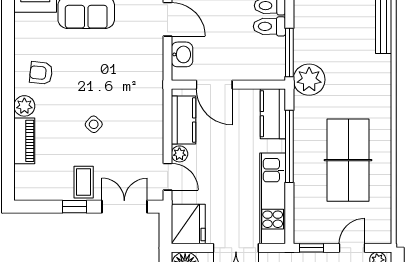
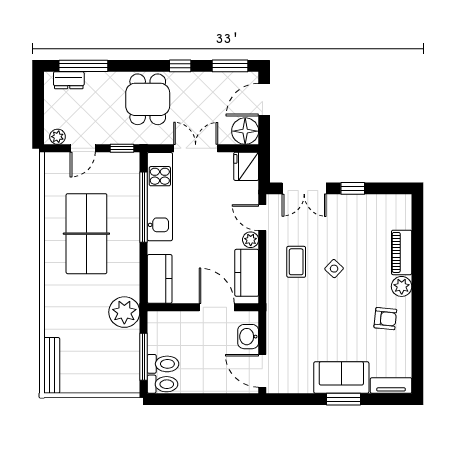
window: (289, 53) -> (144, 357), moved
window: (289, 146) -> (144, 207), moved
coffee table: (84, 182) -> (296, 262), moved
fridge: (188, 224) -> (246, 166), width x0.73, depth x0.75

